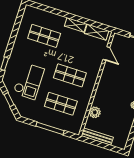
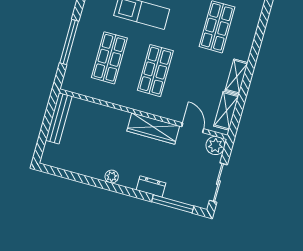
door: (106, 53) -> (193, 128), swing flipped
wardrobe: (106, 78) -> (153, 129), added
plant: (95, 112) -> (215, 145), moved

